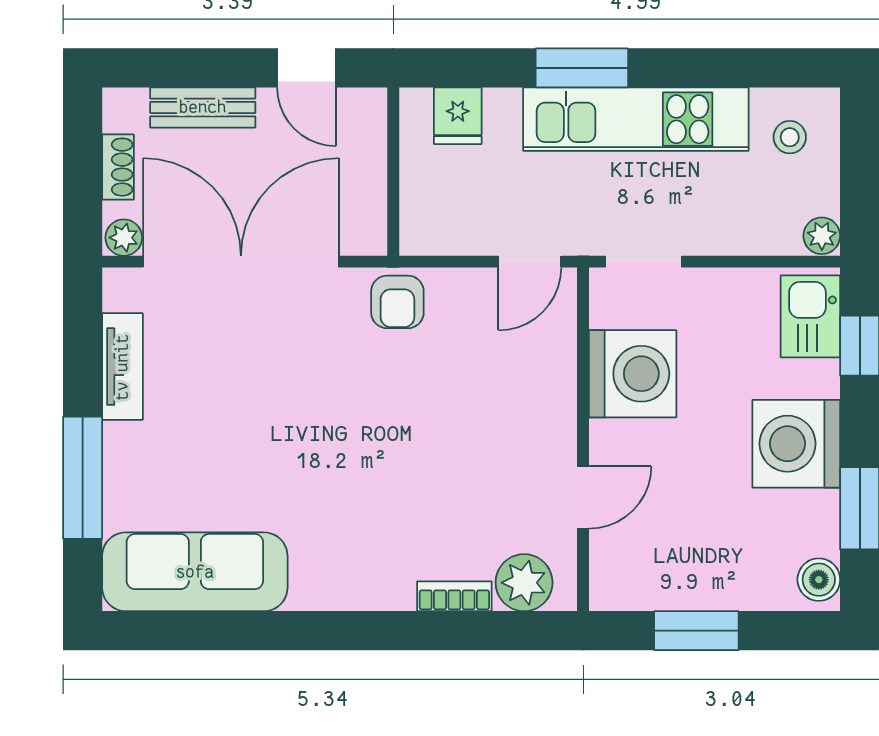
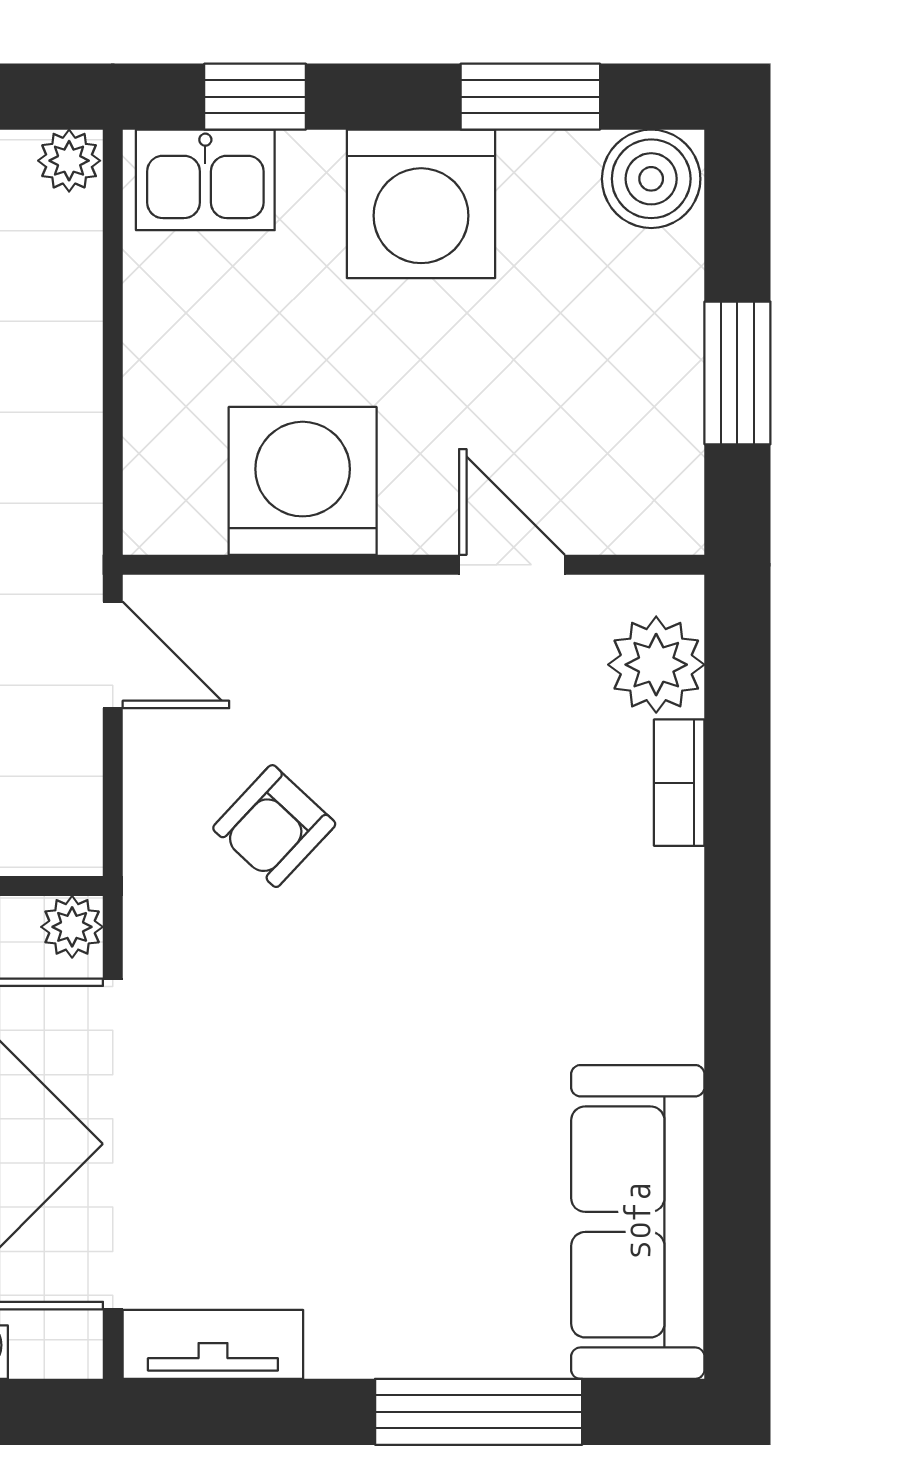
plant: (124, 238) -> (72, 927), moved
doorway: (644, 262) -> (113, 462), removed
armchair: (397, 302) -> (274, 826), moved, turned 133
tv unit: (122, 367) -> (213, 1344), moved
boiler: (819, 580) -> (651, 179), width x1.36, depth x1.36

